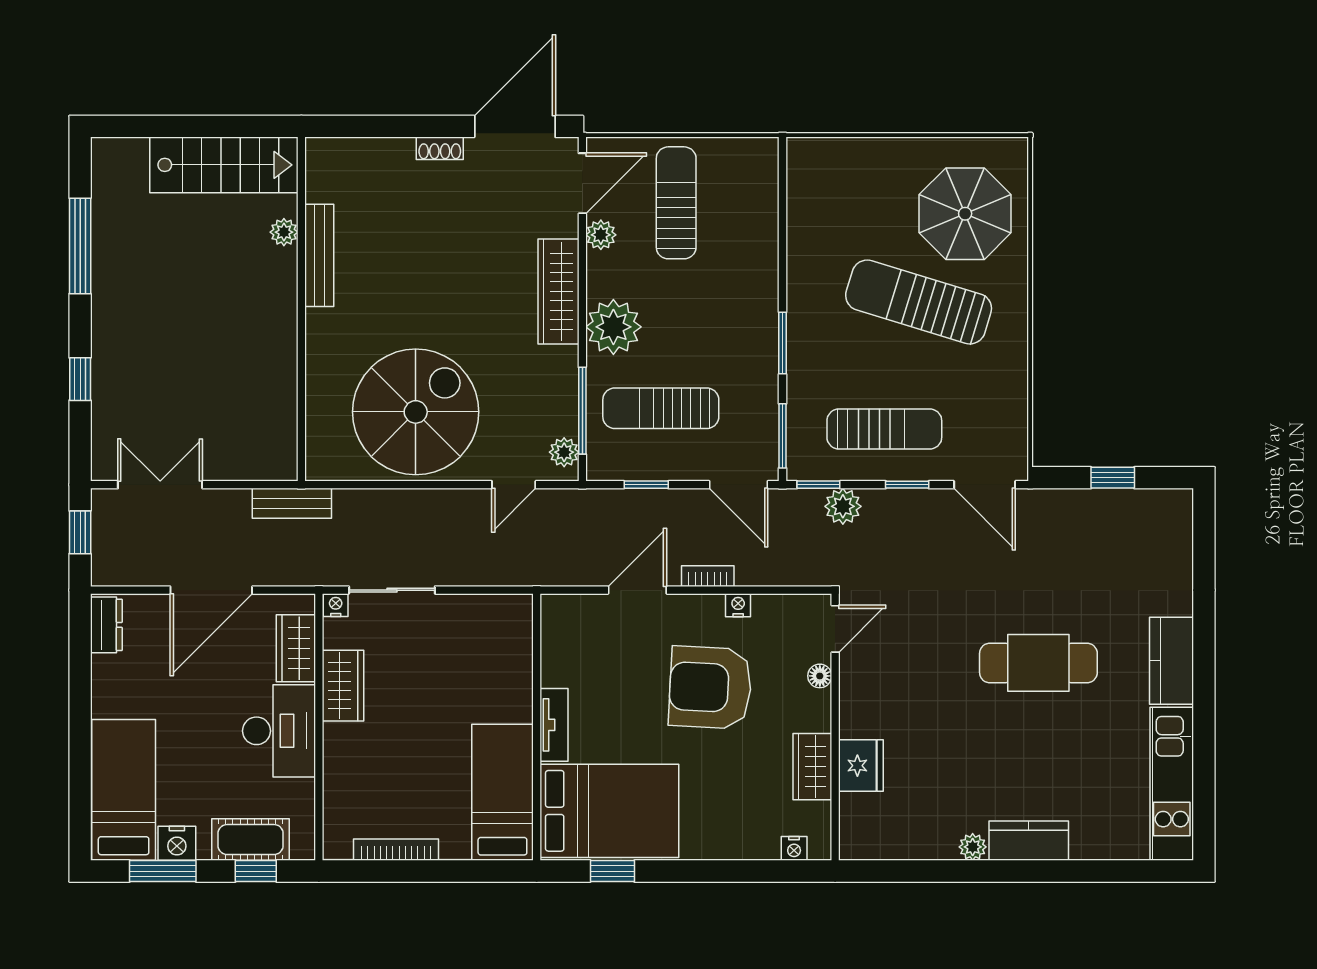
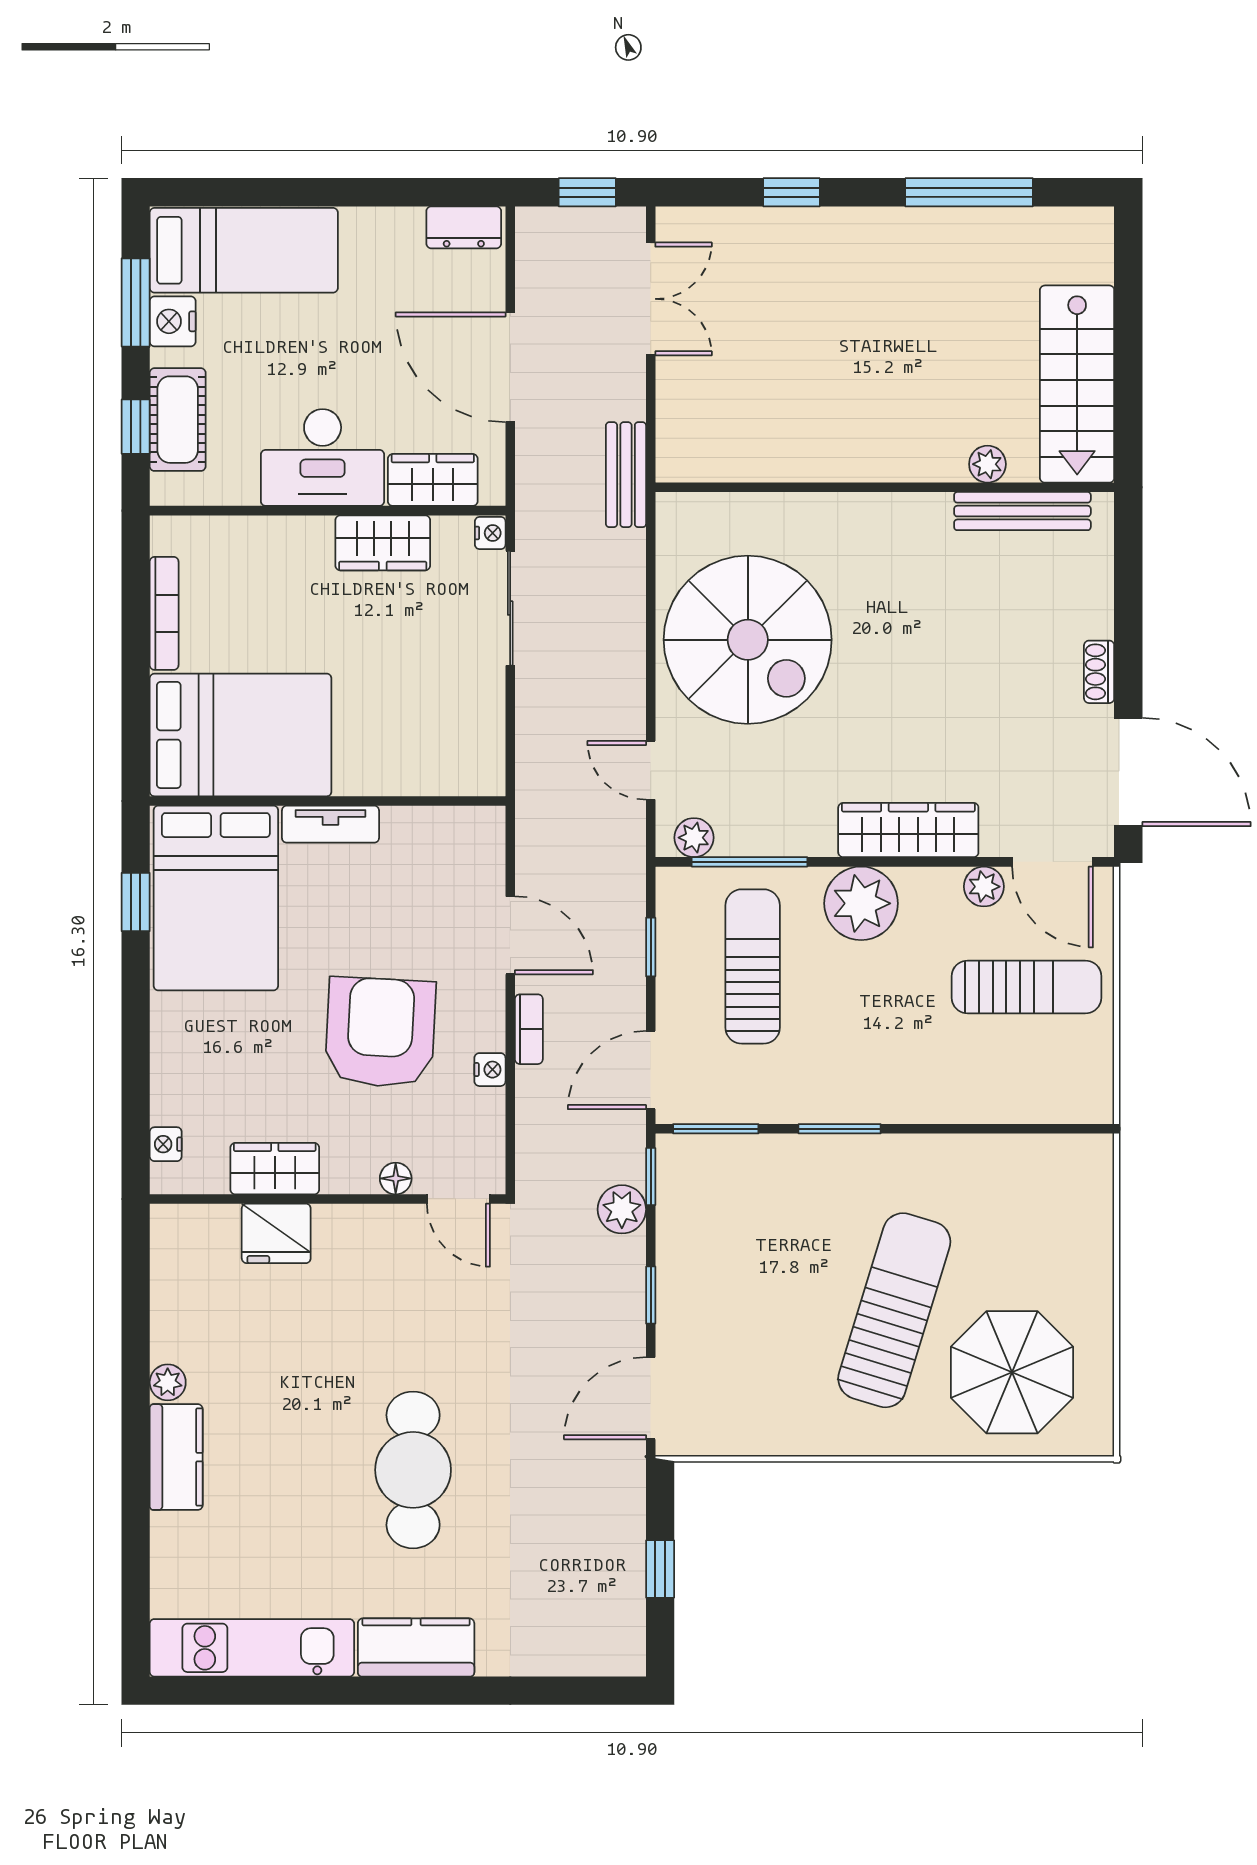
bench: (319, 255) -> (1022, 511), moved
sun lounger: (884, 429) -> (725, 1265), removed
bed: (502, 792) -> (241, 735), width x1.50

